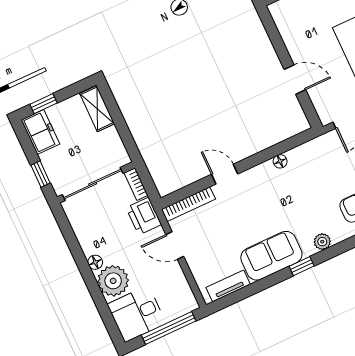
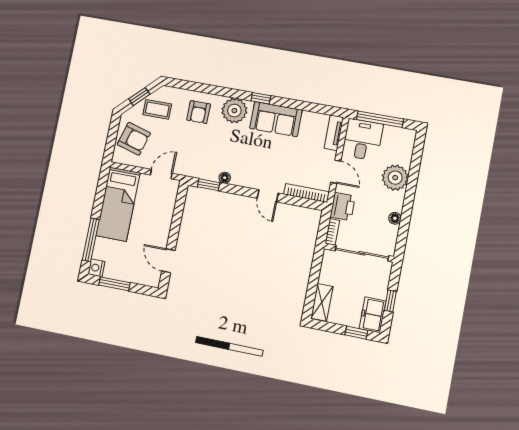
door: (295, 80) -> (168, 261), moved
window: (291, 143) -> (209, 185), added
window: (40, 174) -> (390, 301), moved
plant: (322, 242) -> (234, 111), width x1.87, depth x1.87
floor lamp: (95, 262) -> (395, 218), moved
tv unit: (228, 286) -> (334, 133), moved, turned 90
desk: (137, 314) -> (363, 140), moved, turned -90

